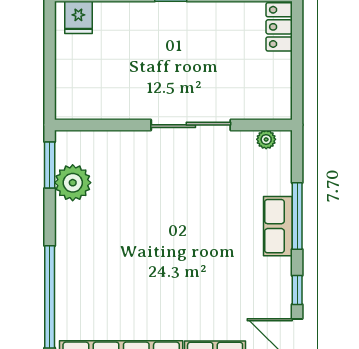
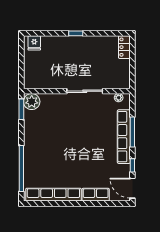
plant: (73, 183) -> (32, 102), moved
row of seats: (278, 226) -> (124, 137), width x2.02

